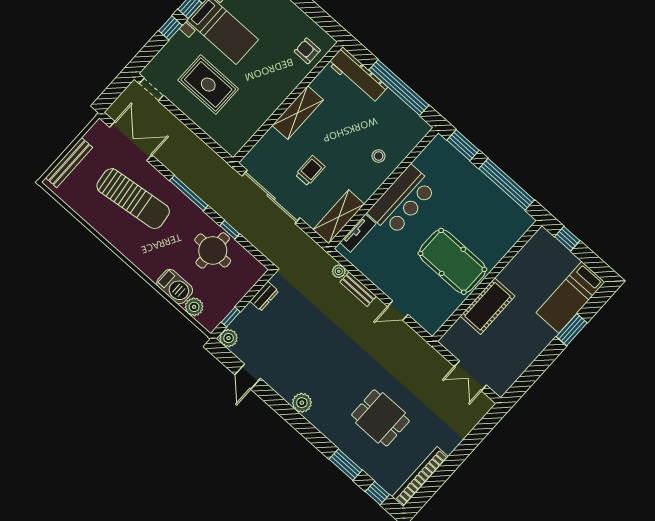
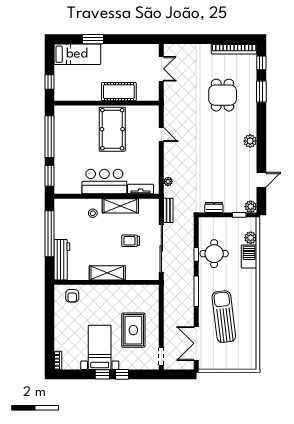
bench: (69, 163) -> (235, 365), removed
shelving: (339, 217) -> (120, 206), moved
bench: (358, 289) -> (168, 210), moved

